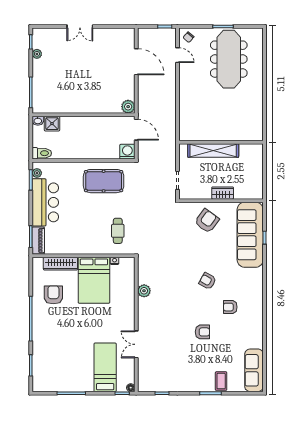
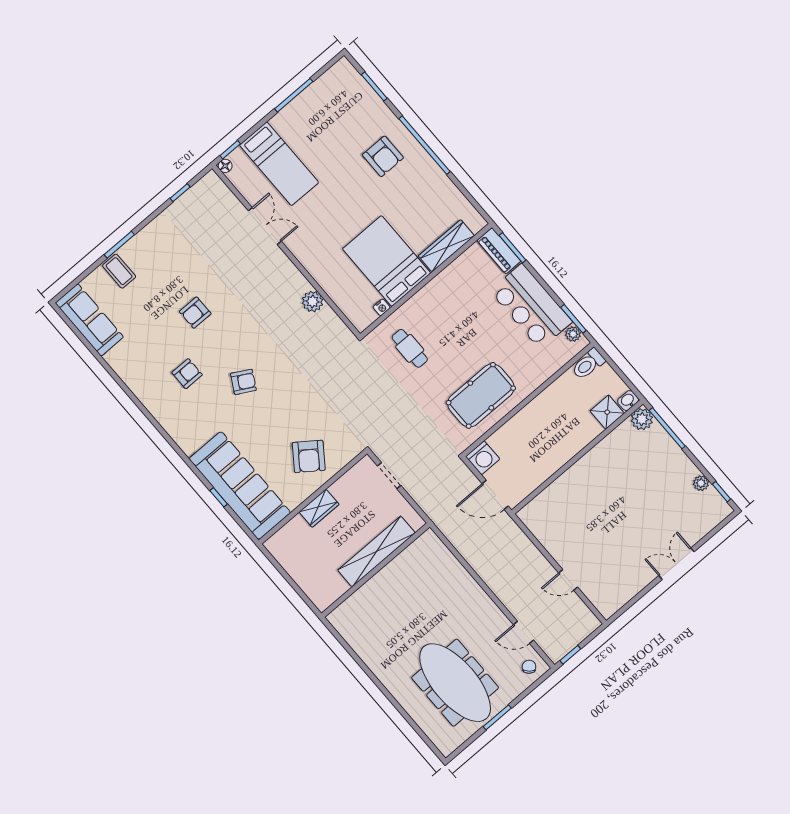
door: (136, 62) -> (568, 580), width x0.53
plant: (128, 107) -> (642, 419), moved
armchair: (53, 295) -> (383, 156), moved

